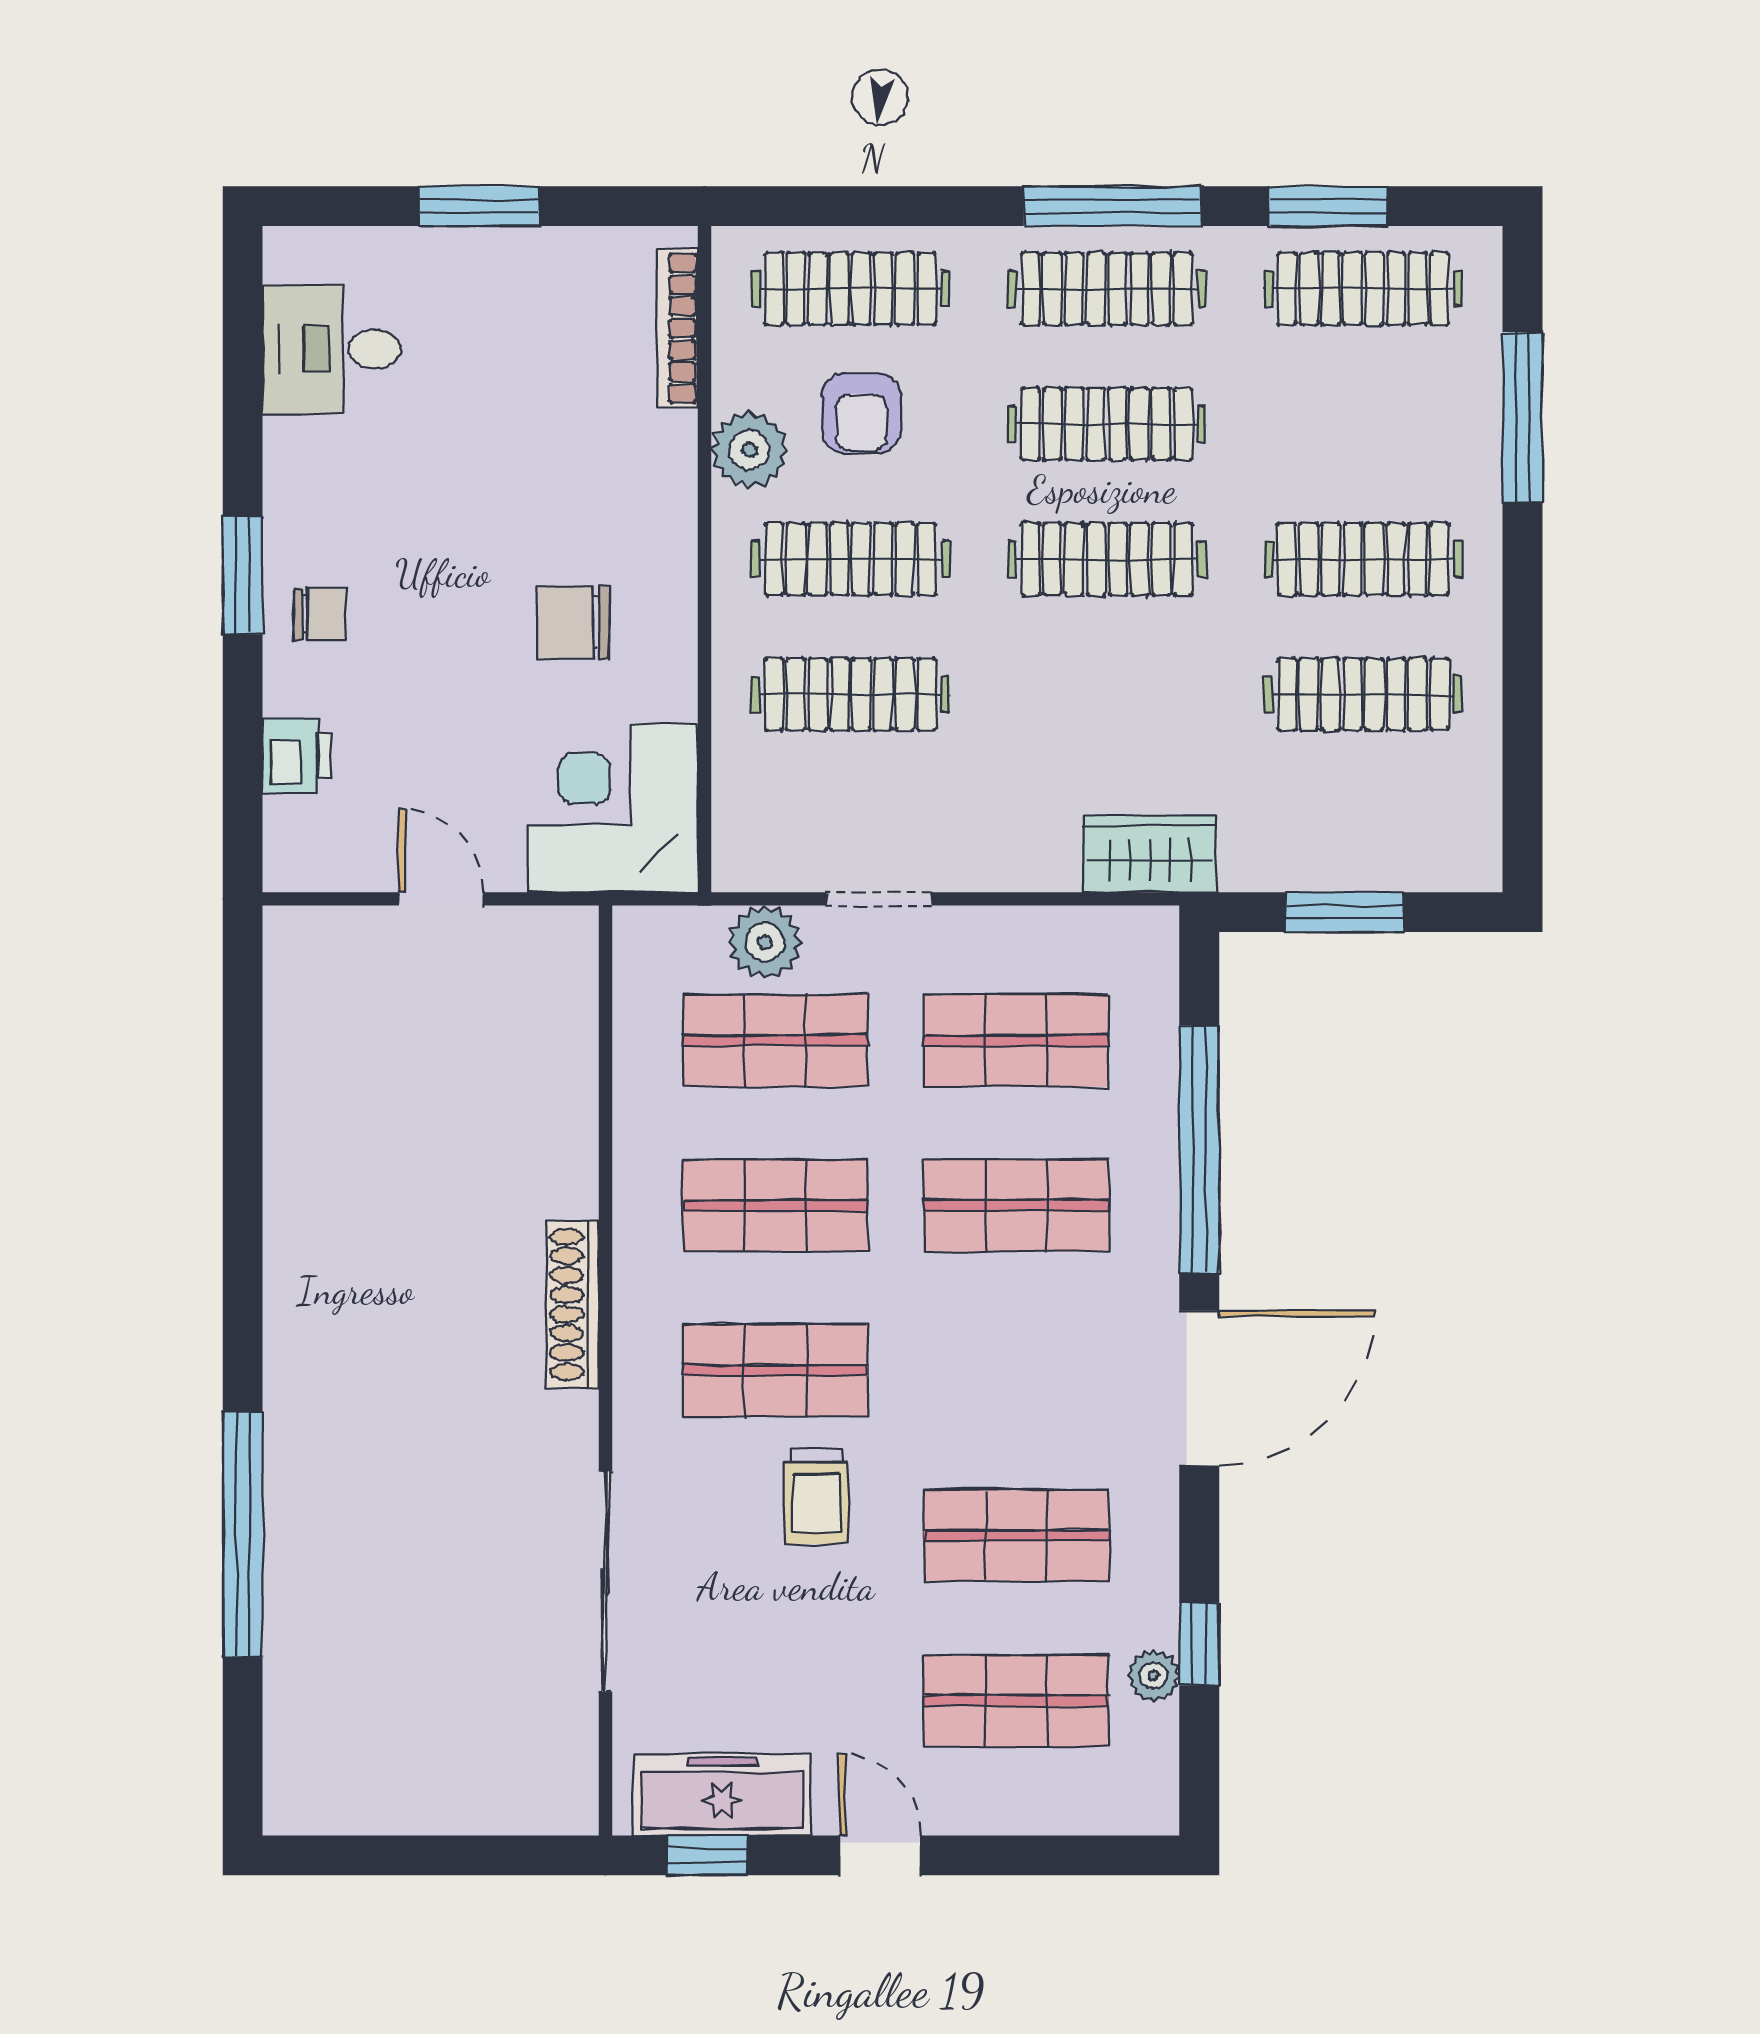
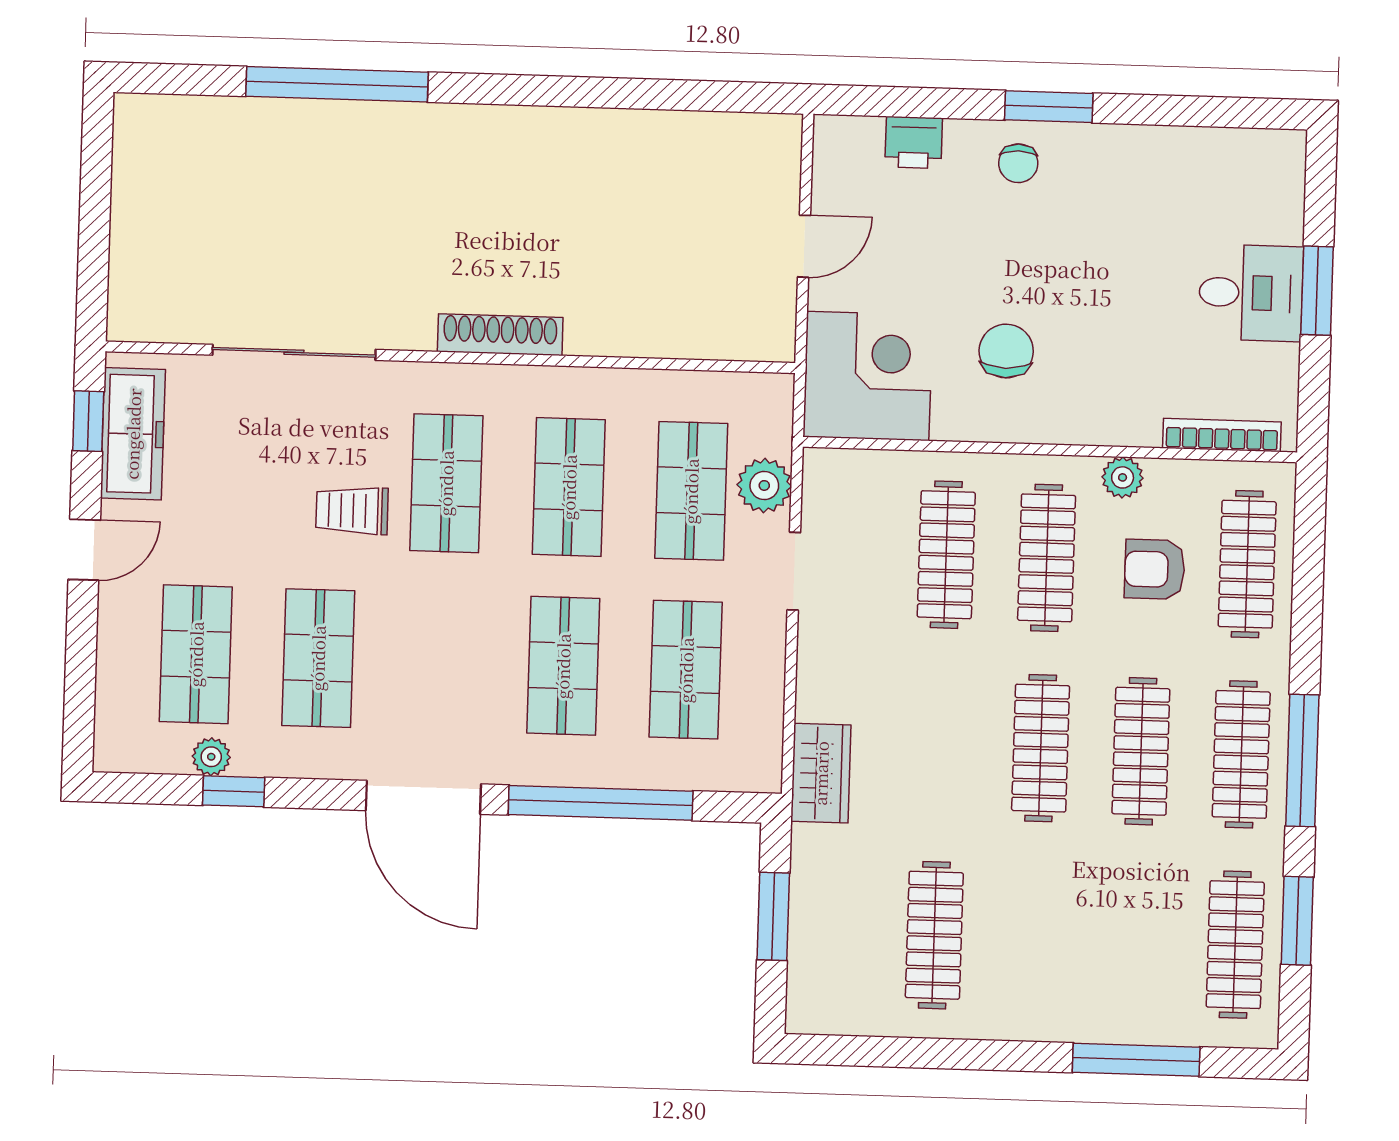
desk: (332, 349) -> (1251, 293), moved, turned 90
plant: (749, 450) -> (1123, 477), width x0.73, depth x0.73
clothes rail: (1363, 559) -> (1035, 938), removed

